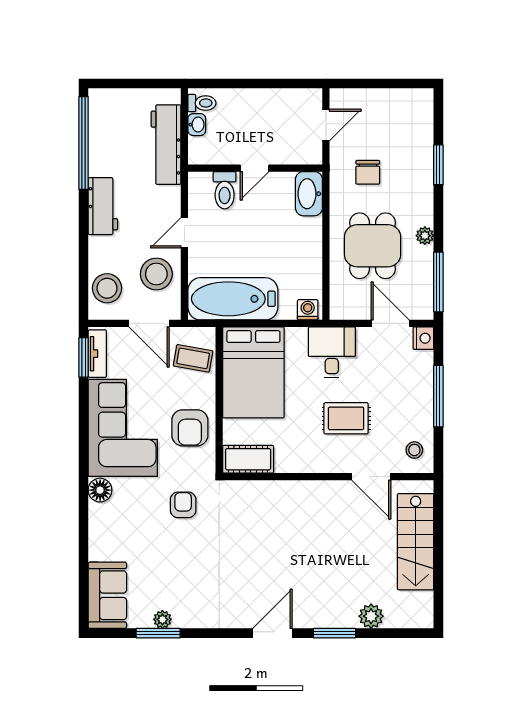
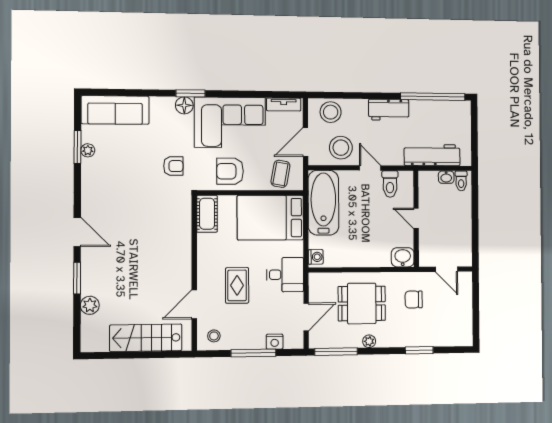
toilet: (225, 190) -> (390, 184), moved, turned -90
washbasin: (309, 194) -> (403, 257), width x0.72
nightstand: (423, 338) -> (275, 342), moved
window: (84, 357) -> (191, 93), moved
sofa: (107, 595) -> (115, 110), width x1.36

